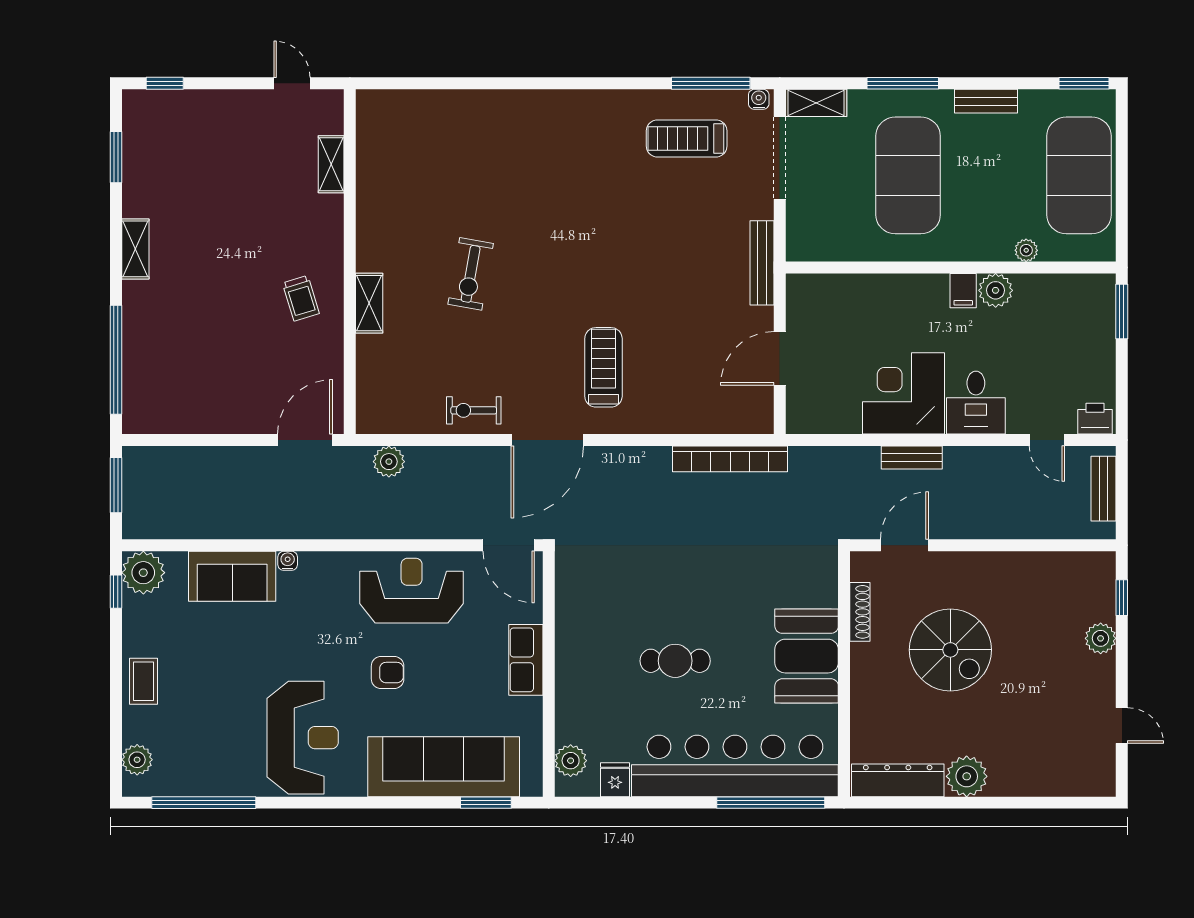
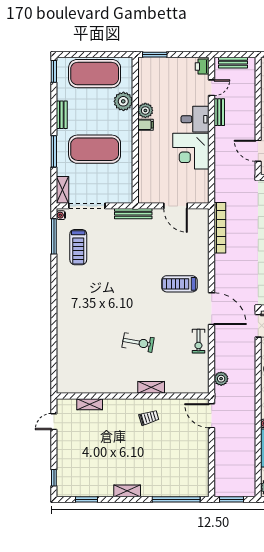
plant: (1026, 250) -> (123, 101), width x1.88, depth x1.88
bench: (912, 458) -> (219, 112), moved

